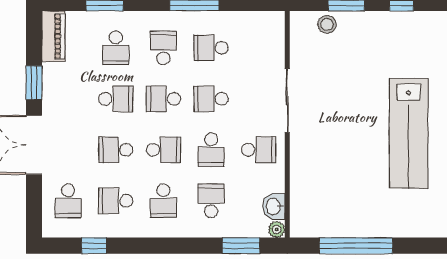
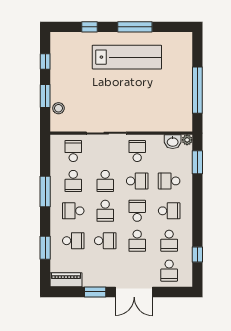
school desk: (259, 48) -> (73, 151), added
school desk: (116, 99) -> (105, 241), turned 90
school desk: (68, 201) -> (169, 271), turned 90

